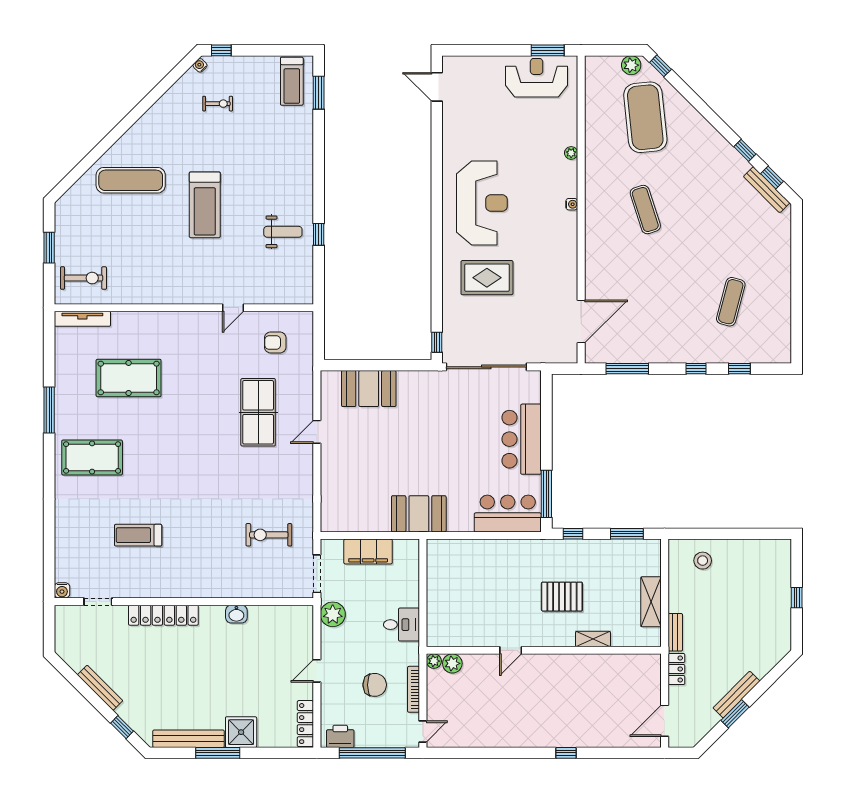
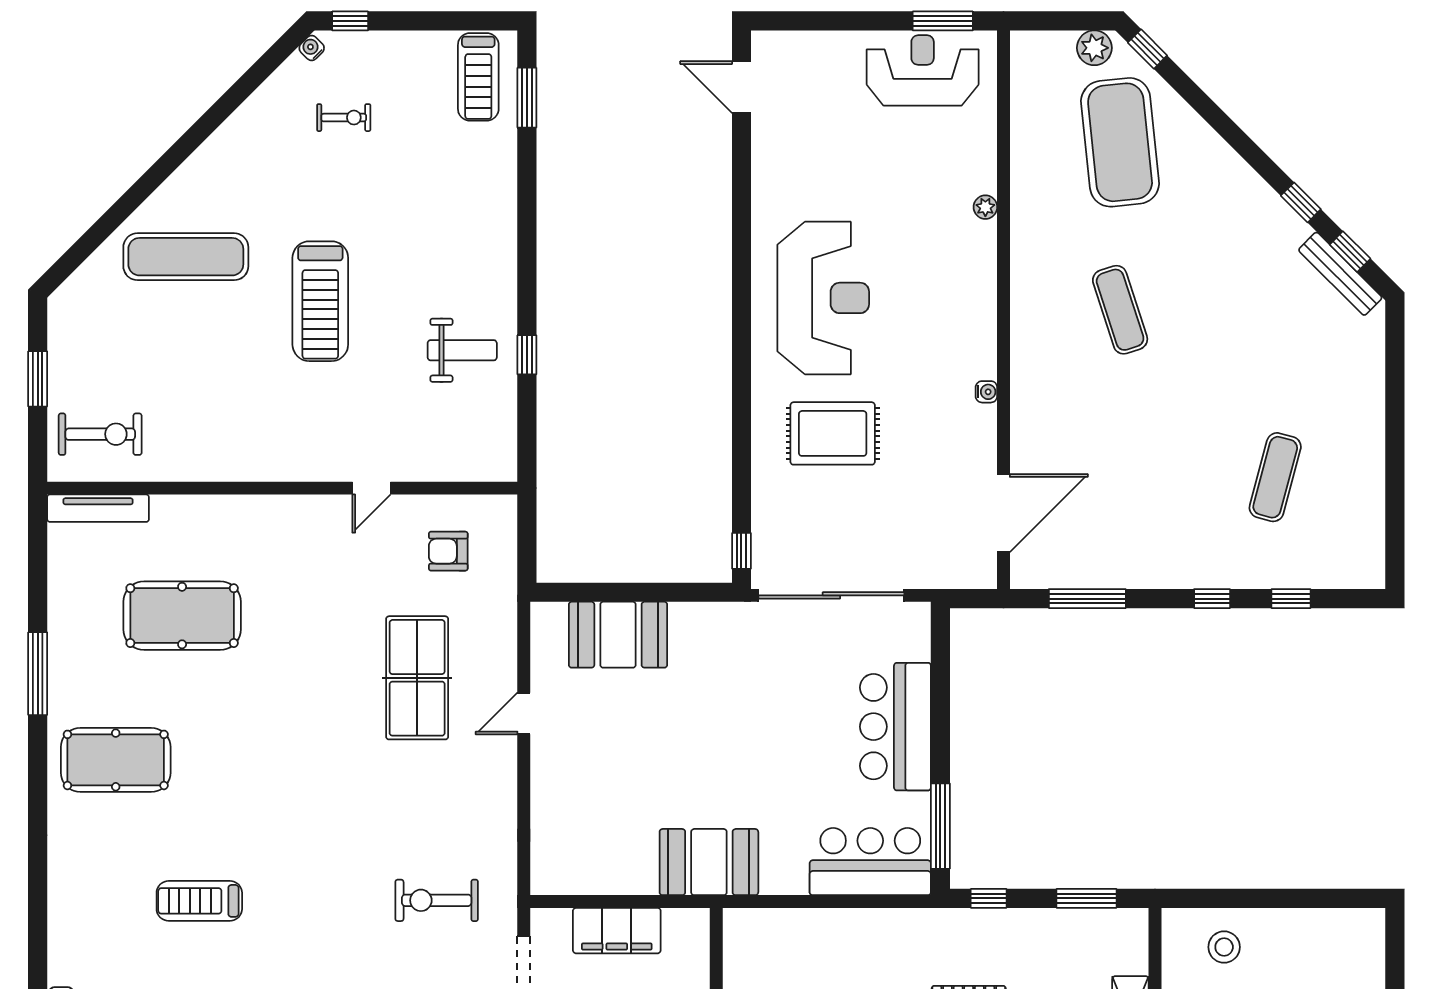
water cooler: (572, 204) -> (986, 392), moved

